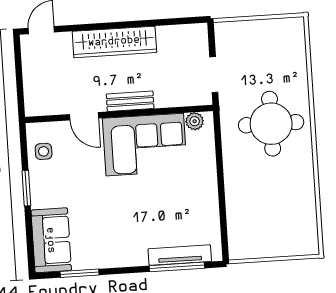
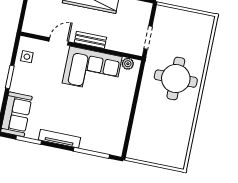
door: (84, 116) -> (59, 41), swing flipped
tv unit: (180, 255) -> (60, 139), moved

